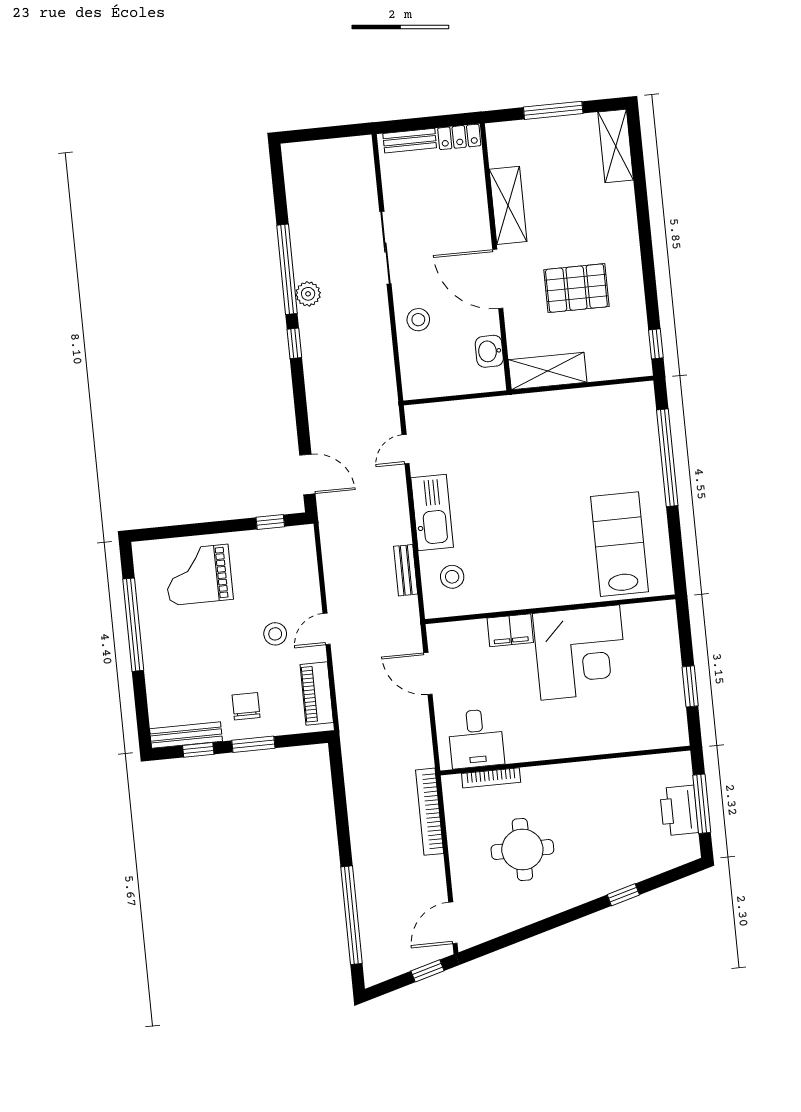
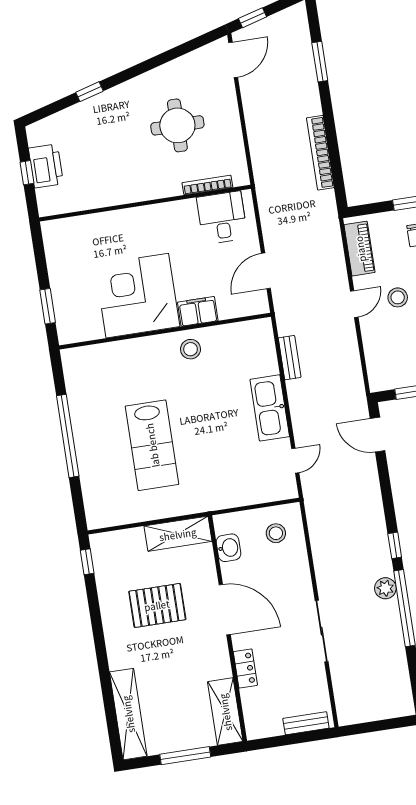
locker: (459, 137) -> (245, 668), moved, turned 90
shelving: (616, 146) -> (128, 714), width x1.47
shelving: (508, 205) -> (225, 712), moved
stool: (418, 320) -> (276, 533), moved
window: (667, 458) -> (68, 436), moved
lab bench: (619, 544) -> (152, 445), moved
stool: (452, 577) -> (191, 349), moved
door: (428, 673) -> (266, 271), swing flipped
window: (690, 686) -> (48, 306), moved
window: (702, 804) -> (27, 173), width x0.46
bookcase: (430, 812) -> (320, 153), moved, turned 180
window: (351, 915) -> (320, 62), width x0.47

